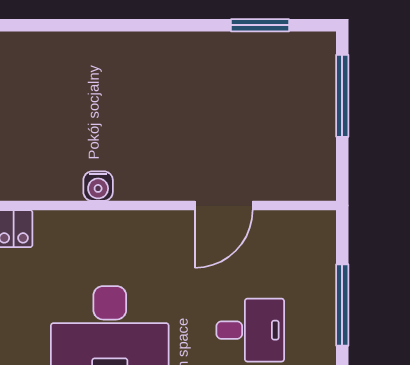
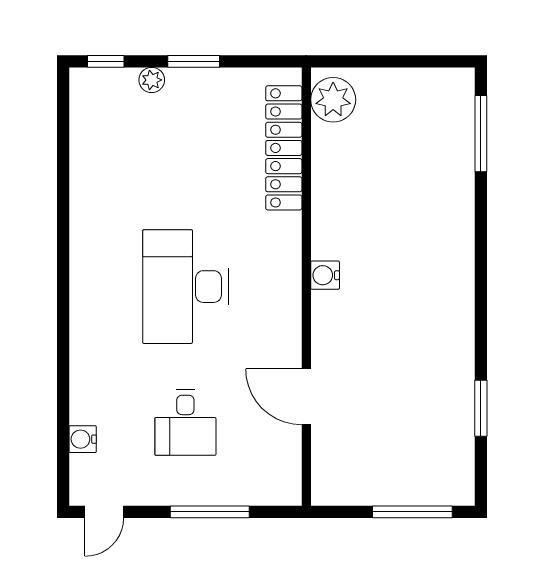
window: (260, 25) -> (481, 408), moved

